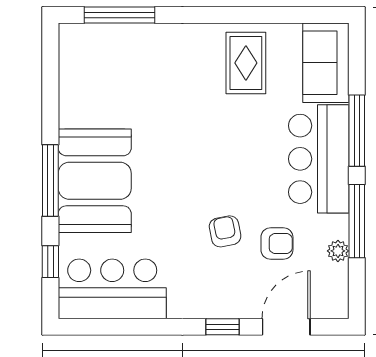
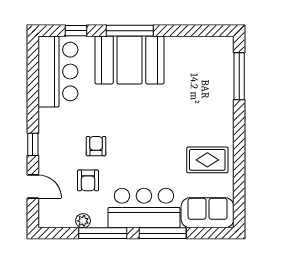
armchair: (225, 231) -> (96, 146), turned -79
door: (286, 327) -> (33, 187), width x0.73

